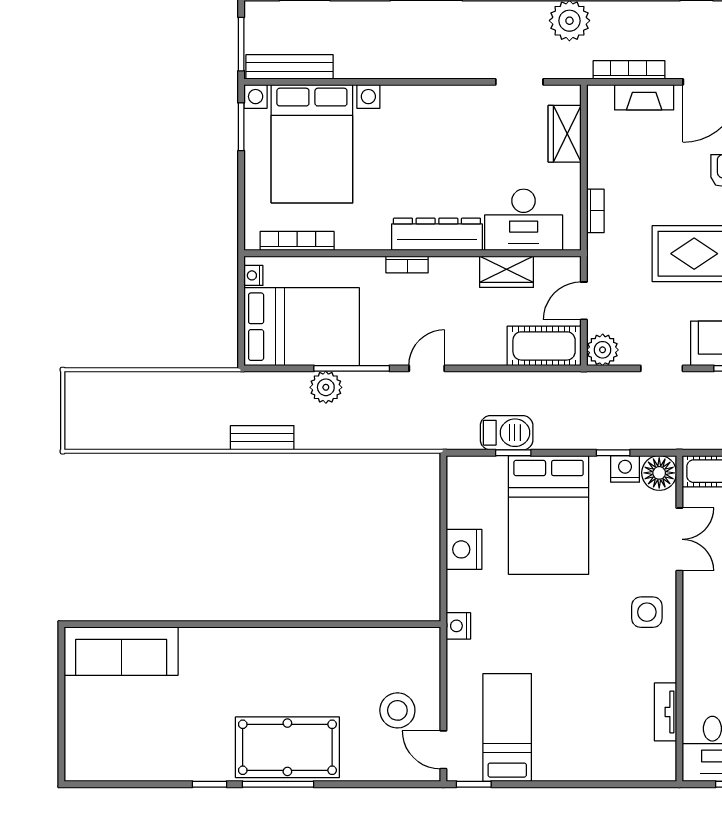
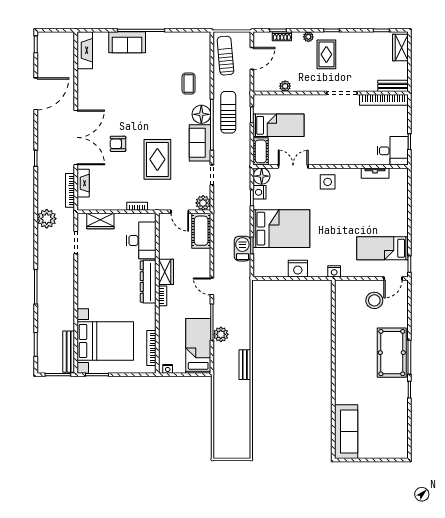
wardrobe: (507, 272) -> (166, 272), moved
bed: (302, 327) -> (198, 346), width x0.67

